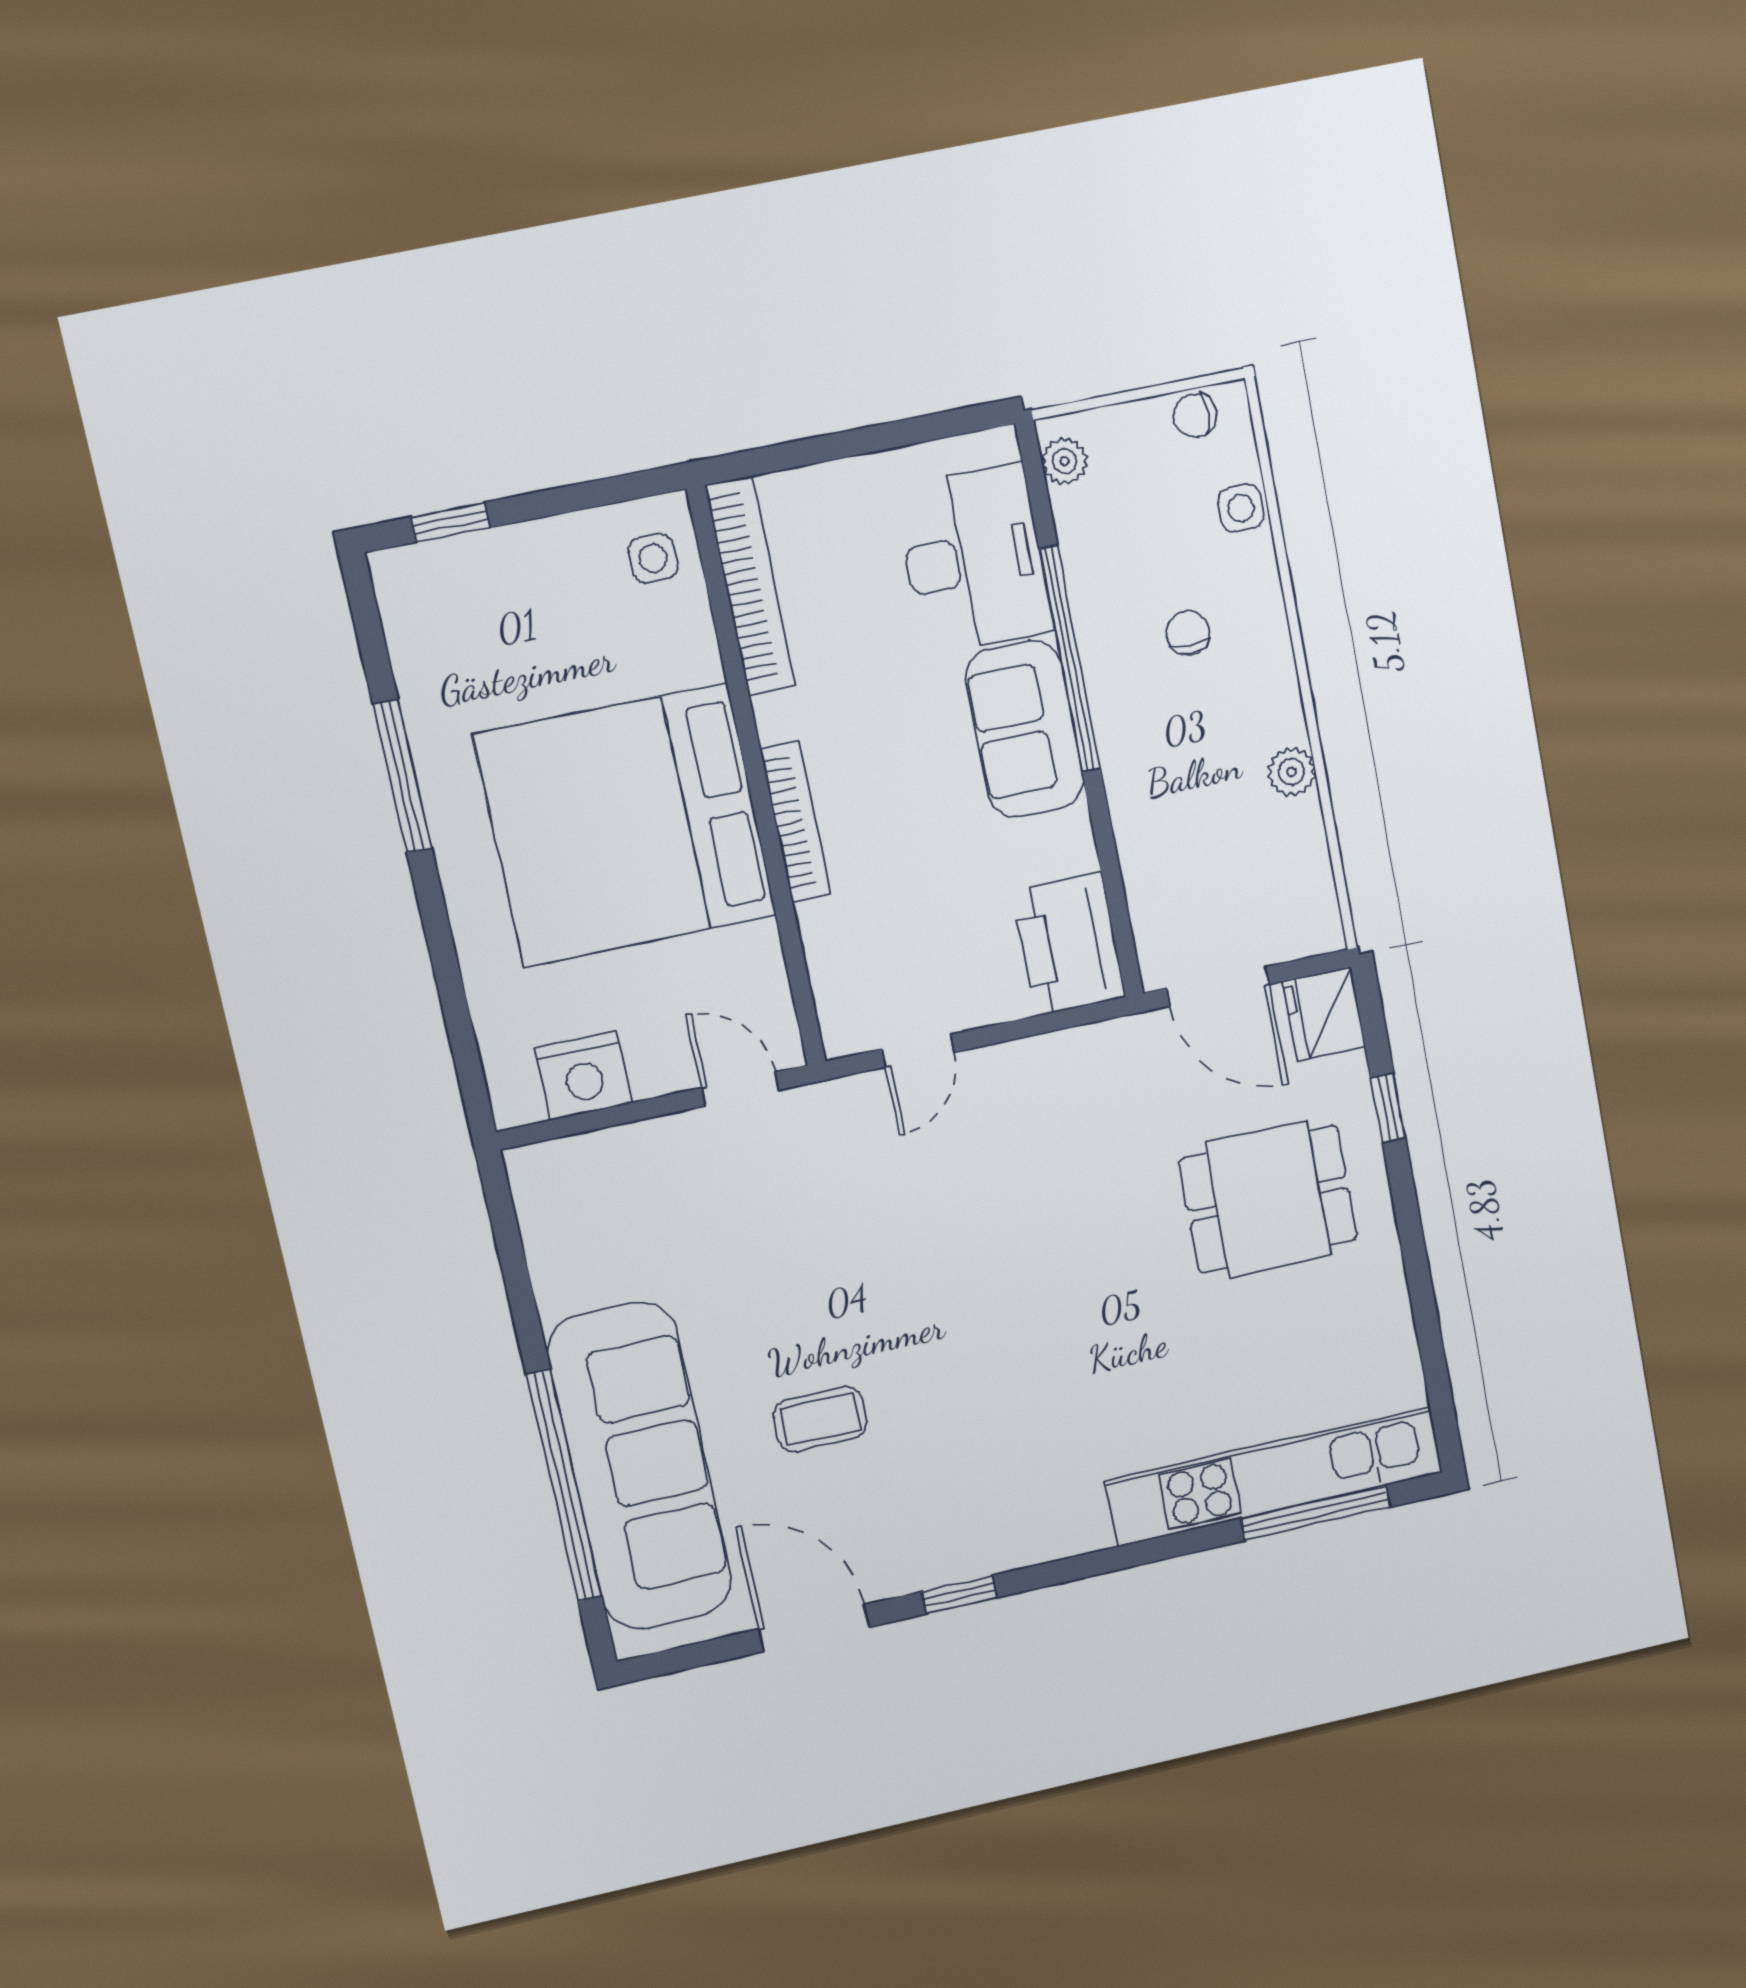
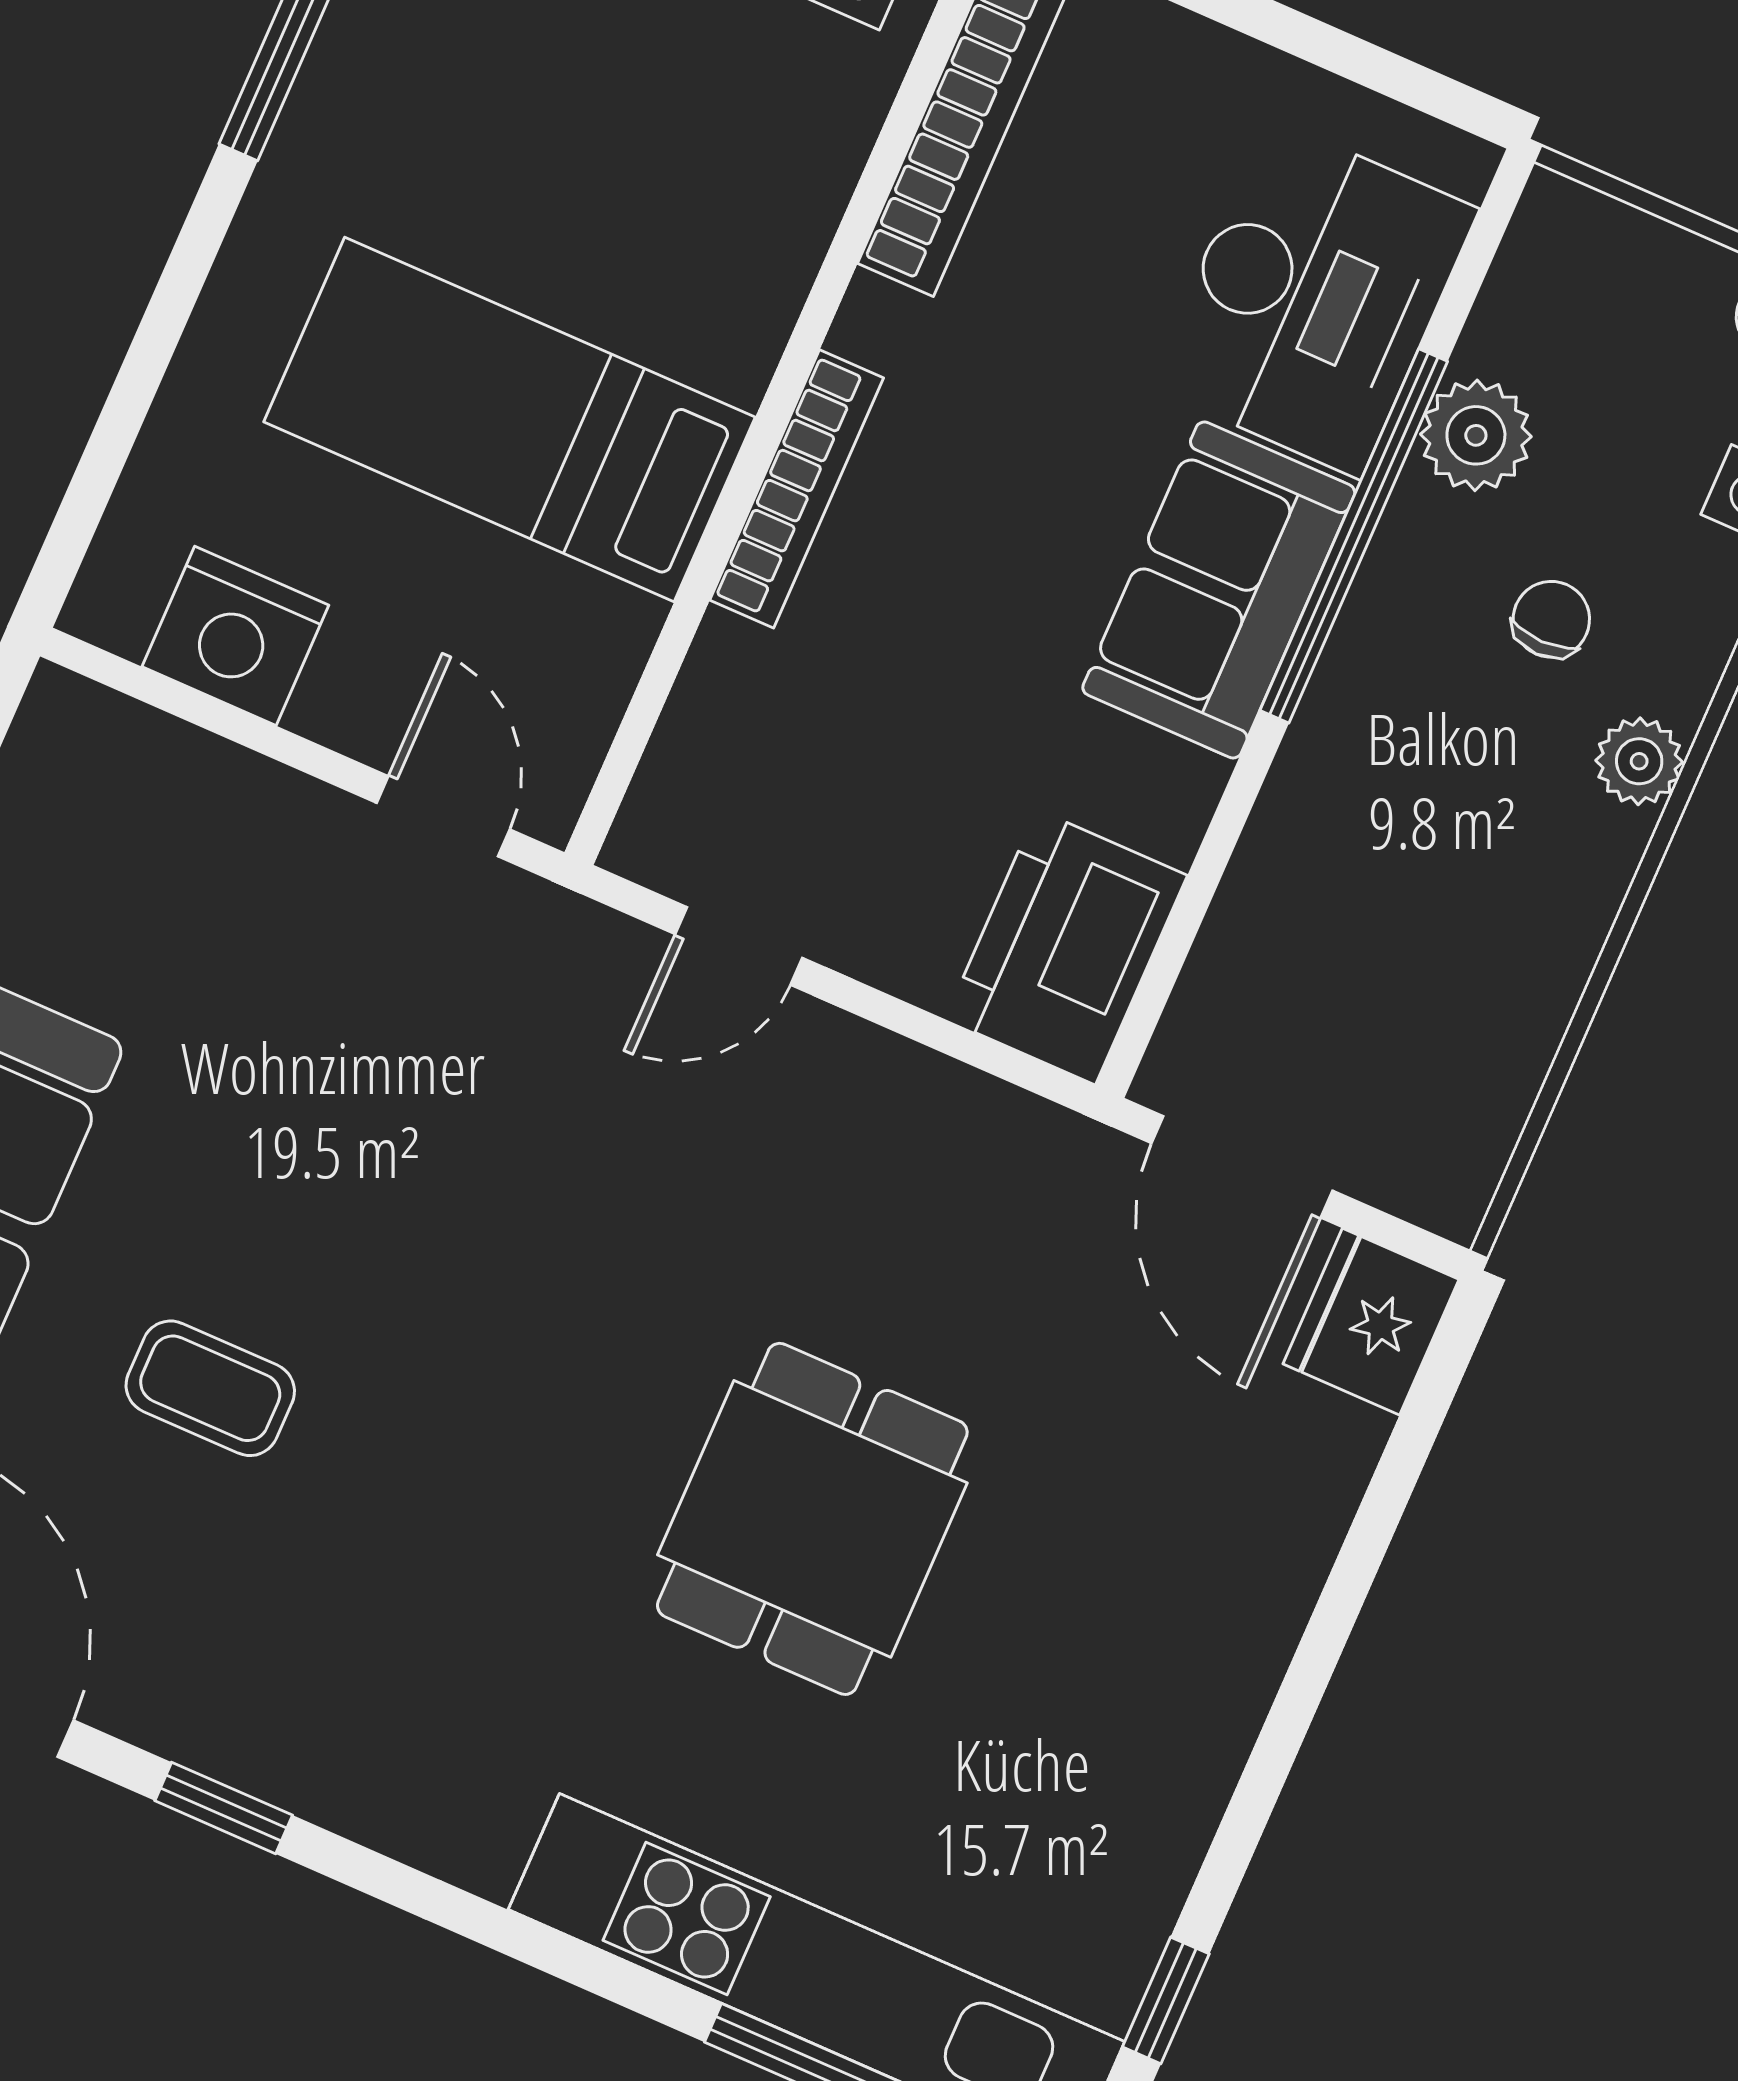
plant: (1065, 461) -> (1476, 435), moved, width x1.38, depth x1.38
plant: (1291, 772) -> (1639, 761), moved
bed: (625, 825) -> (509, 420), width x0.49
window: (1388, 1108) -> (1166, 2000), moved
dining table: (1268, 1199) -> (812, 1519), moved, turned 90

